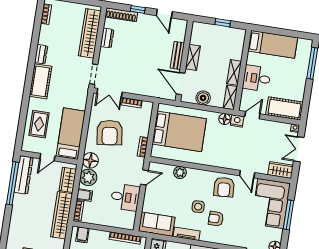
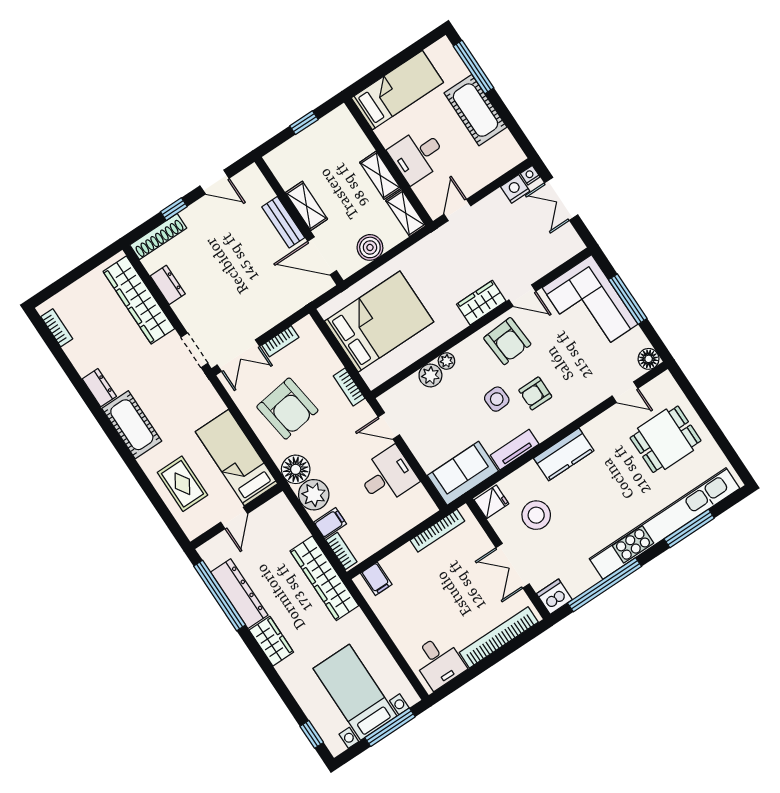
cot: (284, 108) -> (475, 110), moved, turned 90
floor lamp: (225, 119) -> (425, 249), removed
nightstand: (237, 121) -> (515, 189), moved
wardrobe: (280, 170) -> (481, 303), moved
plant: (192, 173) -> (446, 361), added
dresser: (24, 175) -> (239, 594), moved
door: (144, 177) -> (389, 426), swing flipped
wardrobe: (68, 180) -> (271, 641), moved, turned 180

